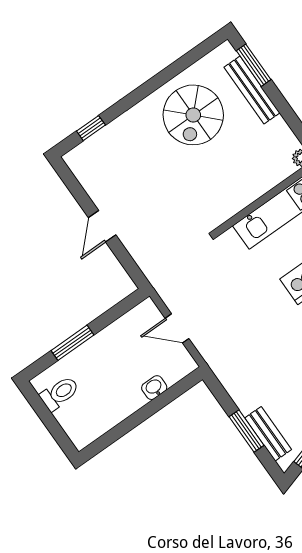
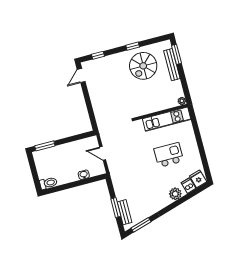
window: (156, 82) -> (133, 46), added
door: (102, 226) -> (81, 76), moved
window: (73, 343) -> (45, 146), moved
toilet: (60, 393) -> (48, 183), moved

